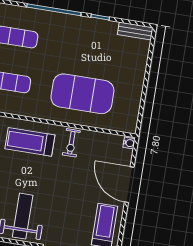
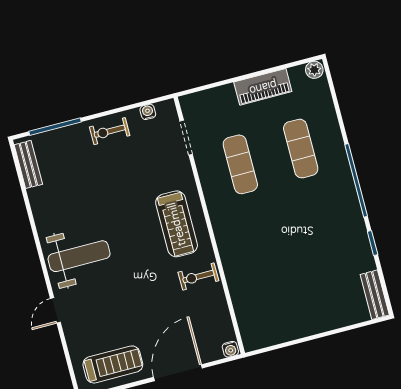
exercise mat: (82, 94) -> (266, 263), removed
treadmill: (30, 142) -> (177, 224), turned 180

